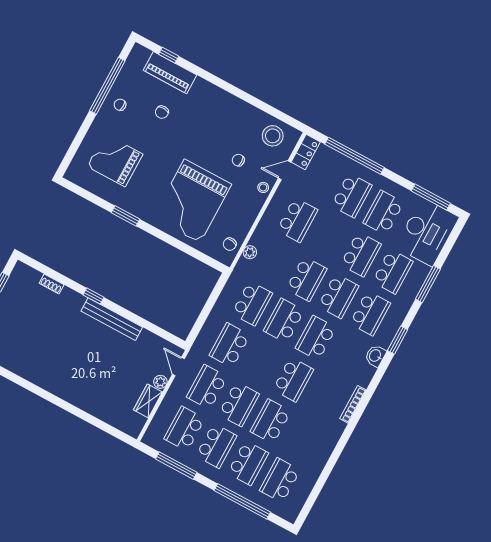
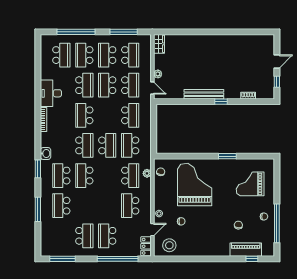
grand piano: (115, 160) -> (250, 184), turned 180
desk: (427, 232) -> (51, 93), moved, width x0.73, depth x0.77
school desk: (361, 254) -> (84, 206), removed
school desk: (306, 279) -> (130, 176), moved, turned 180
wardrobe: (148, 401) -> (159, 44), moved

